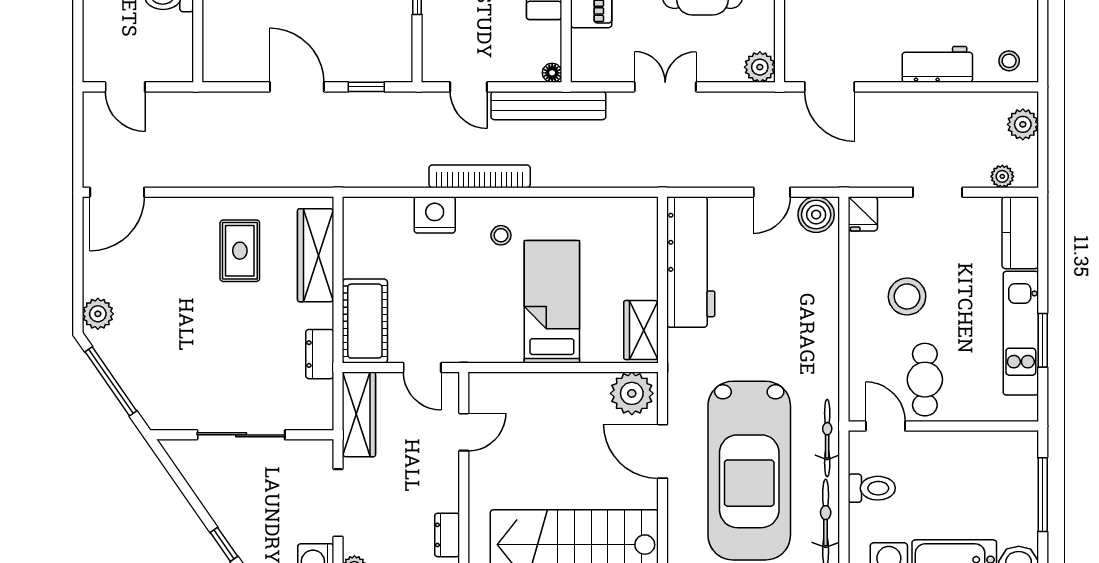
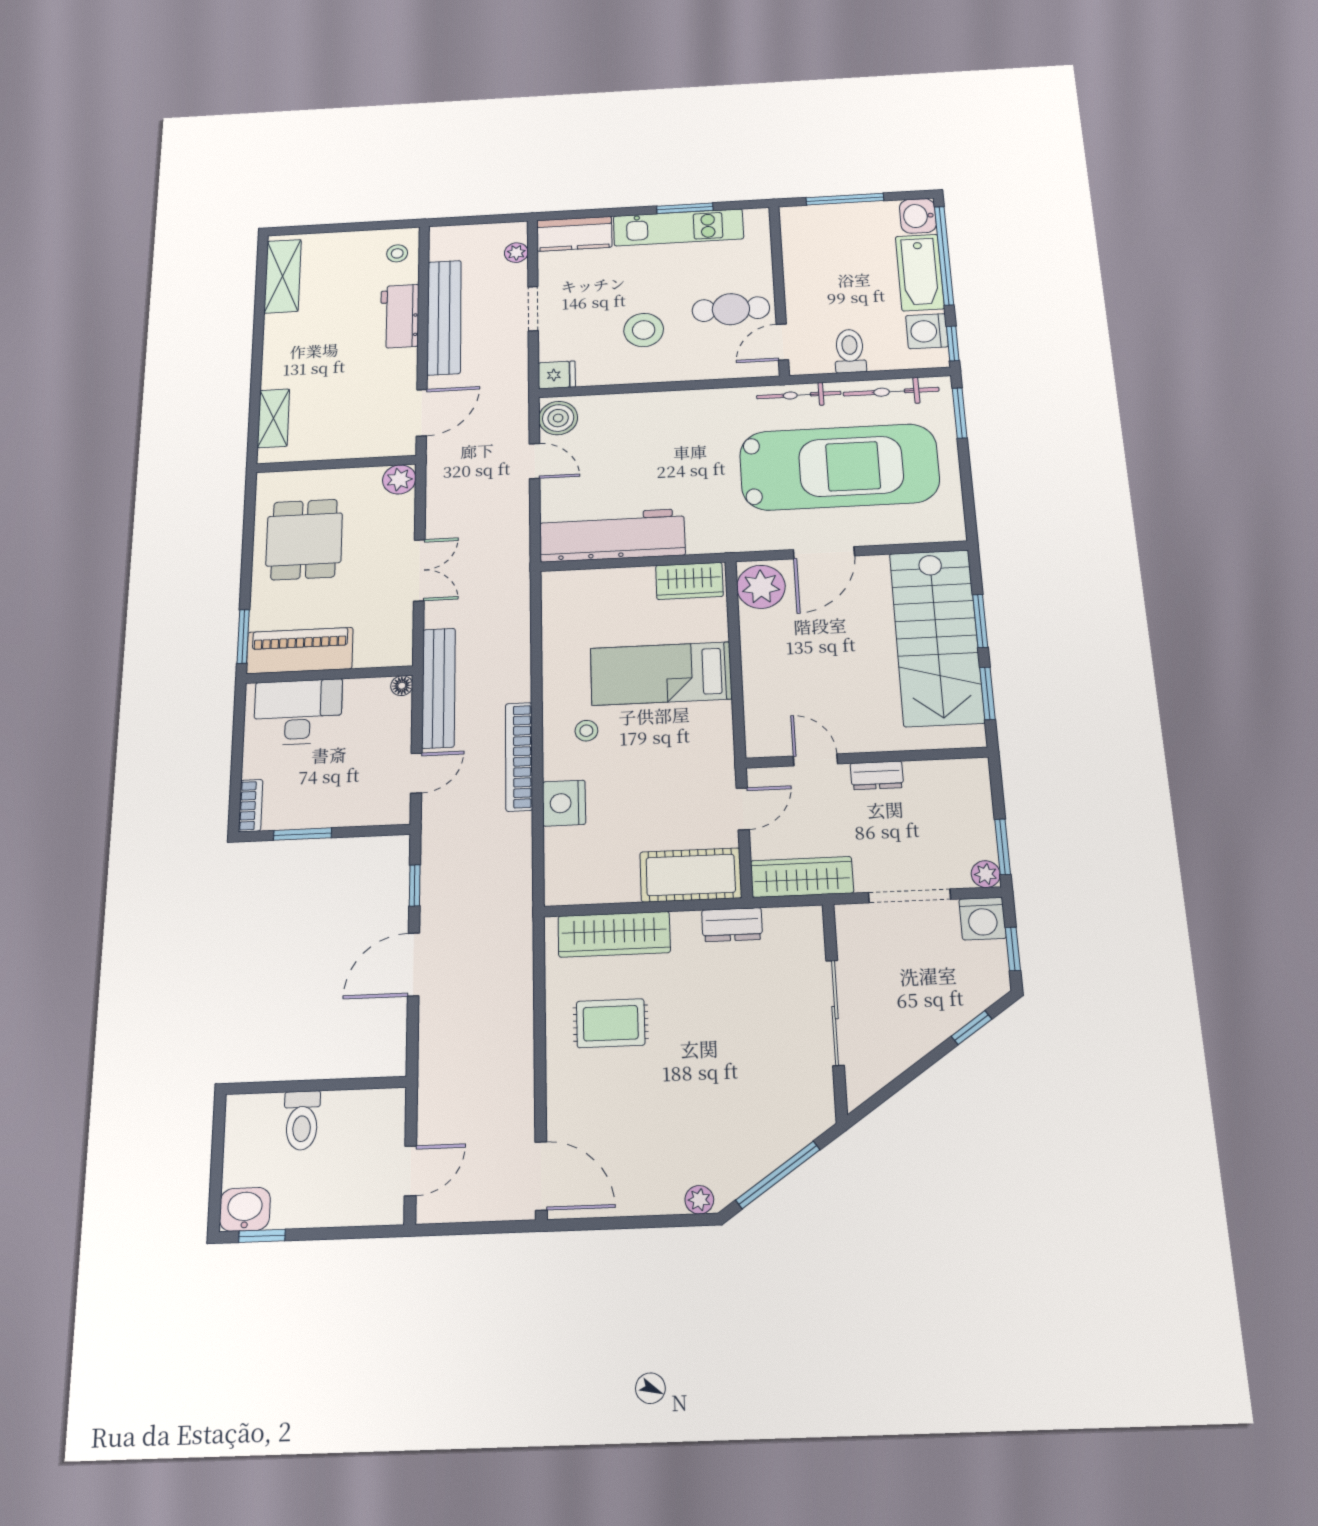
double door: (665, 87) -> (419, 570), swing flipped
bench: (933, 107) -> (444, 317), added
plant: (1023, 124) -> (463, 238), removed
plant: (98, 314) -> (699, 1200), width x0.73, depth x0.73
dresser: (447, 535) -> (877, 775), moved

